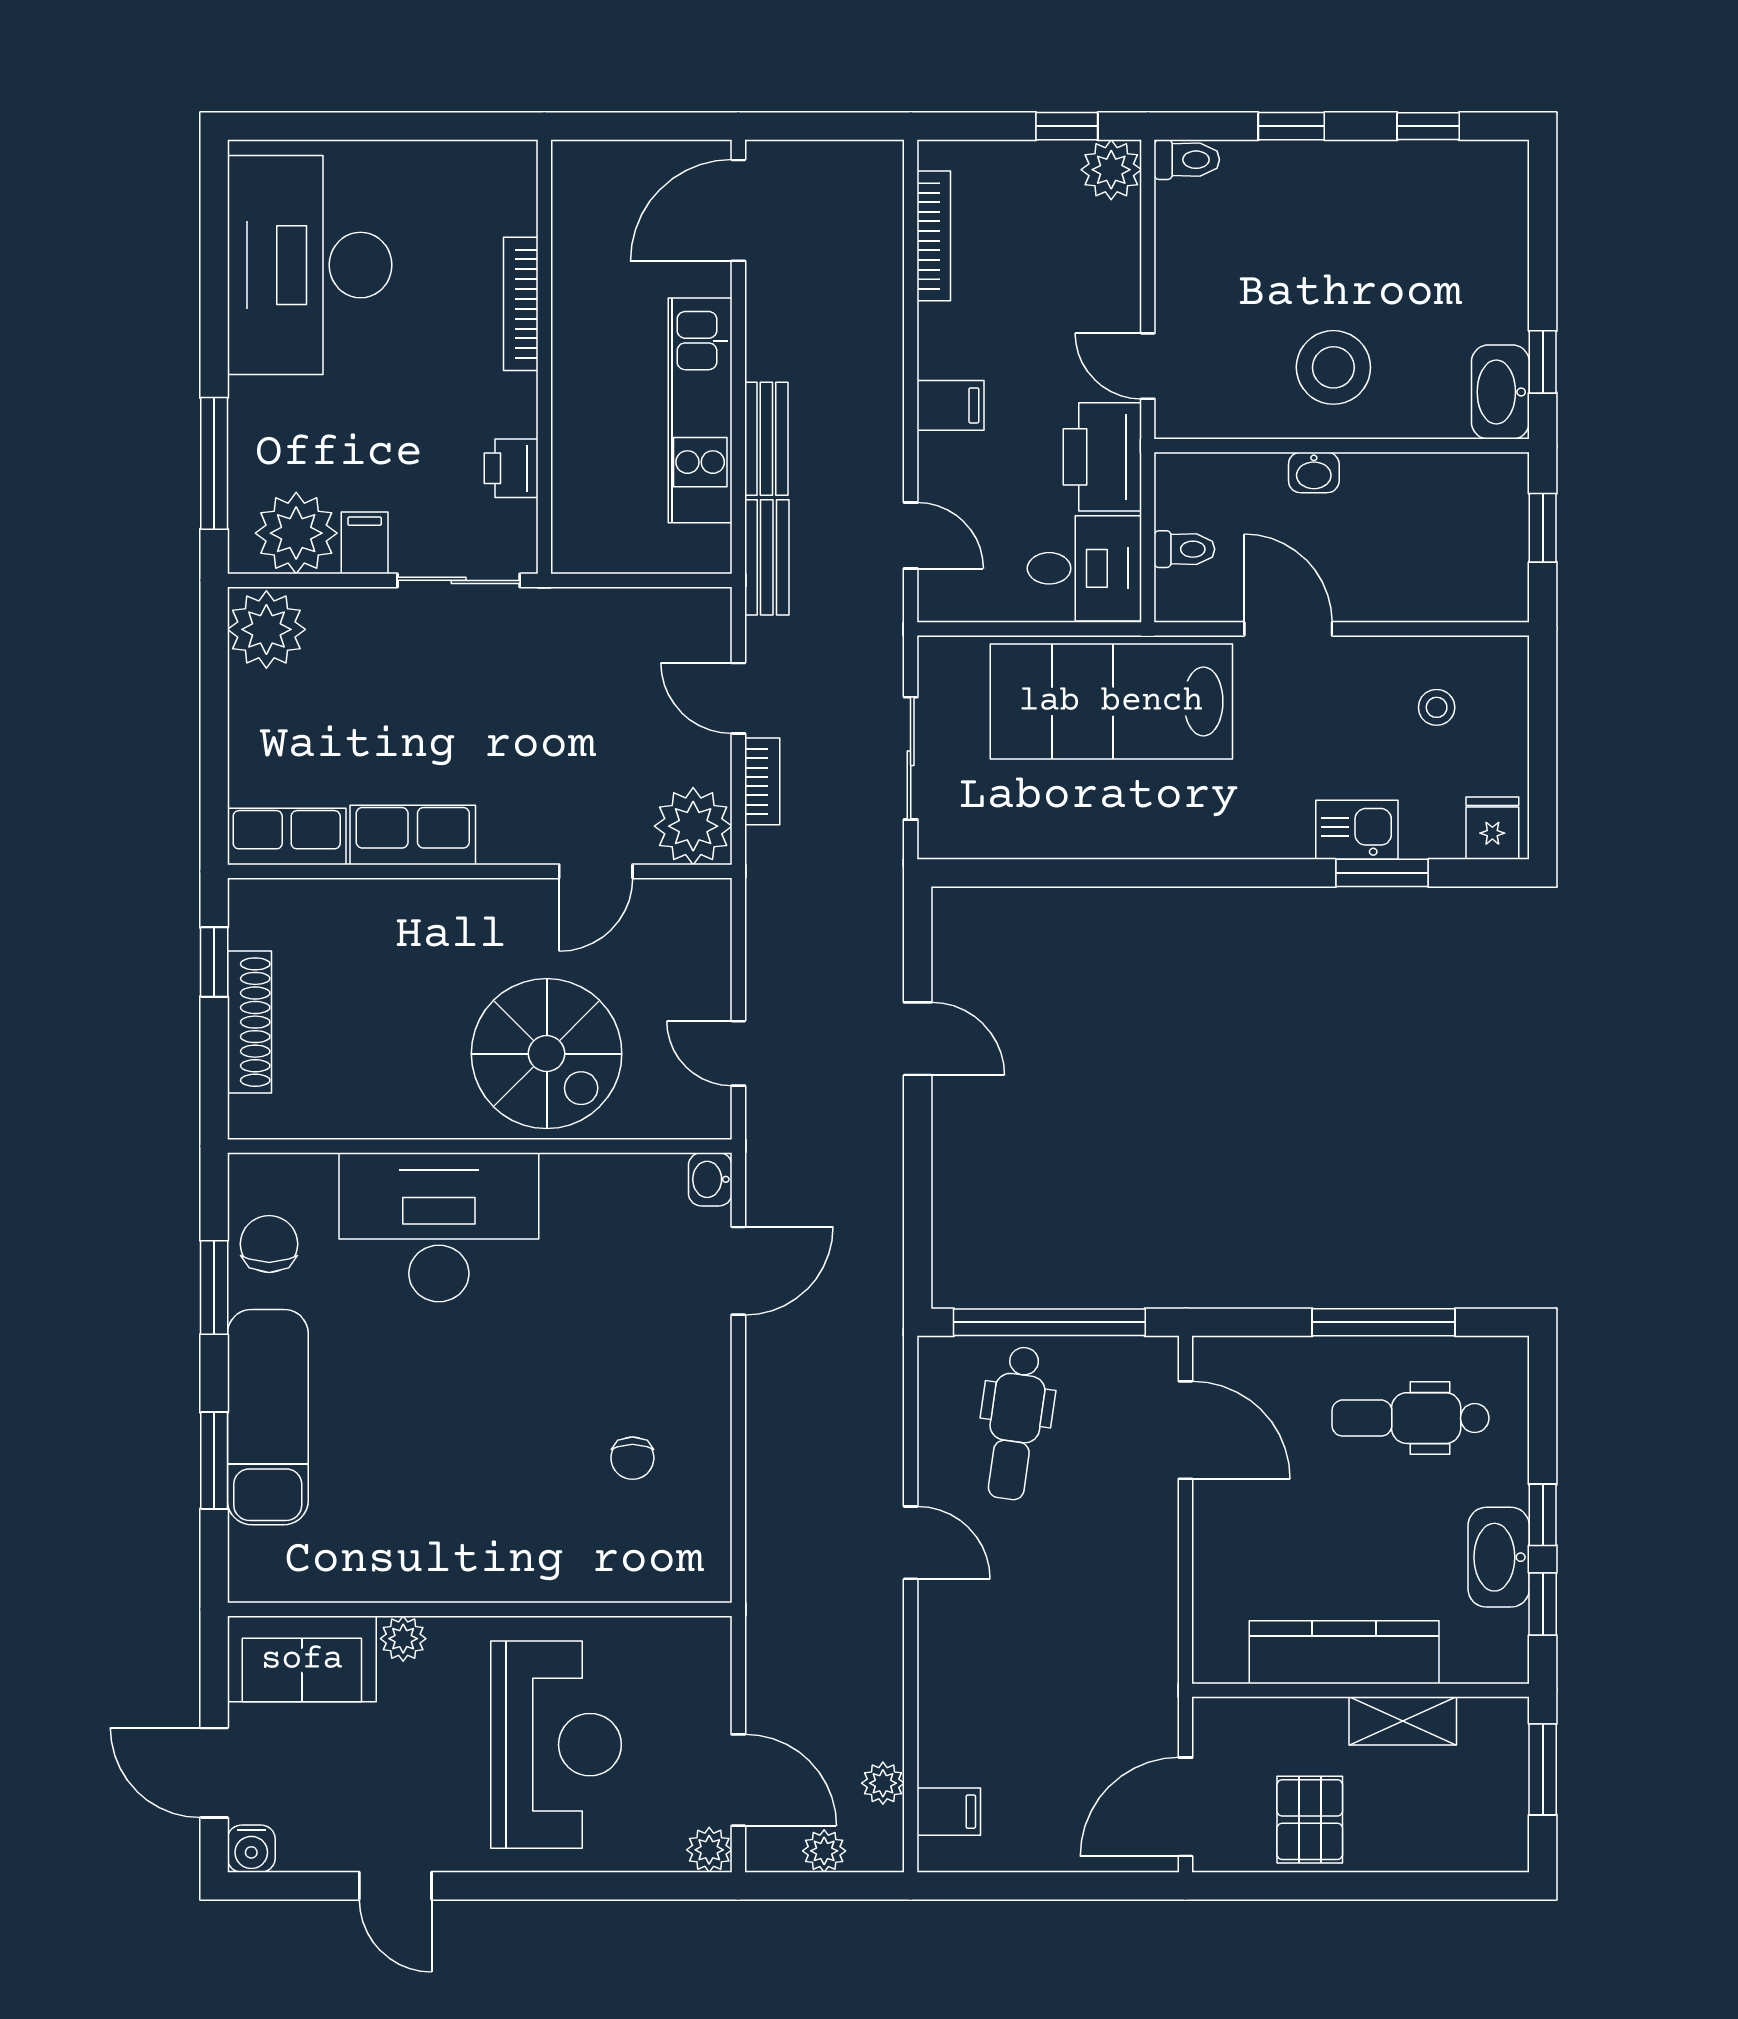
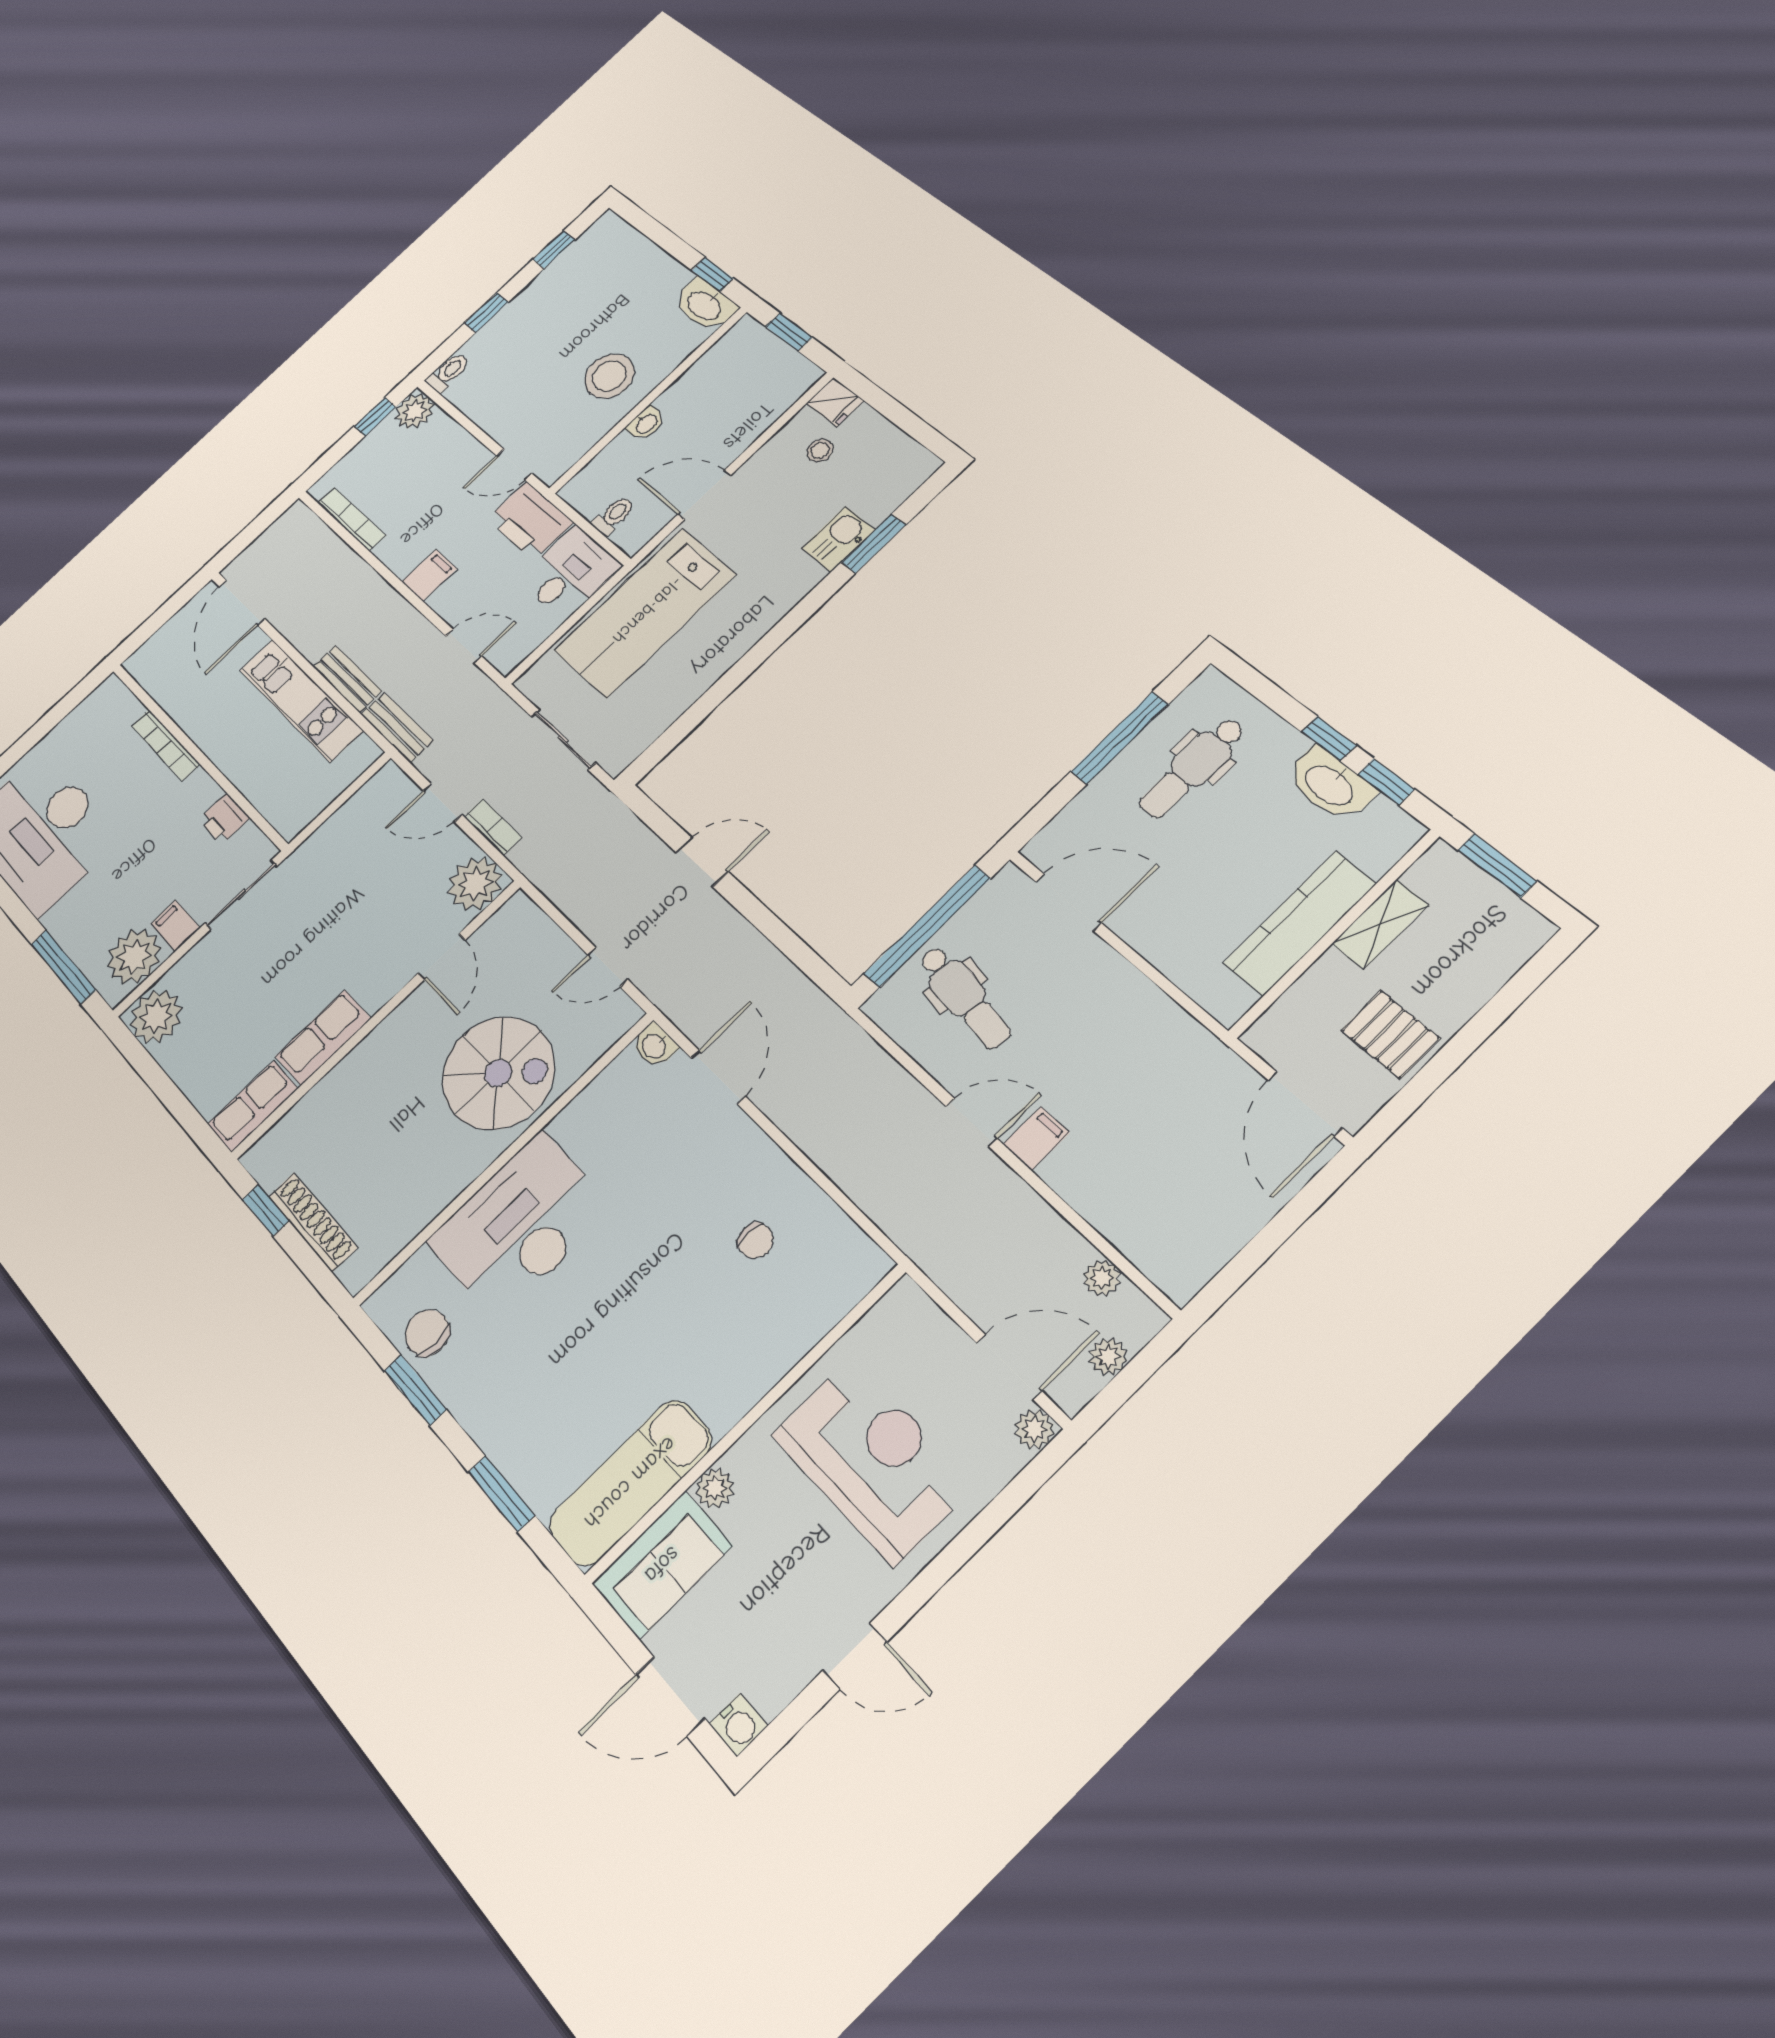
fridge: (1492, 828) -> (835, 402), moved, turned 180
exam couch: (268, 1417) -> (630, 1483), moved, turned -90
filing cabinet: (949, 1812) -> (1036, 1138), moved

